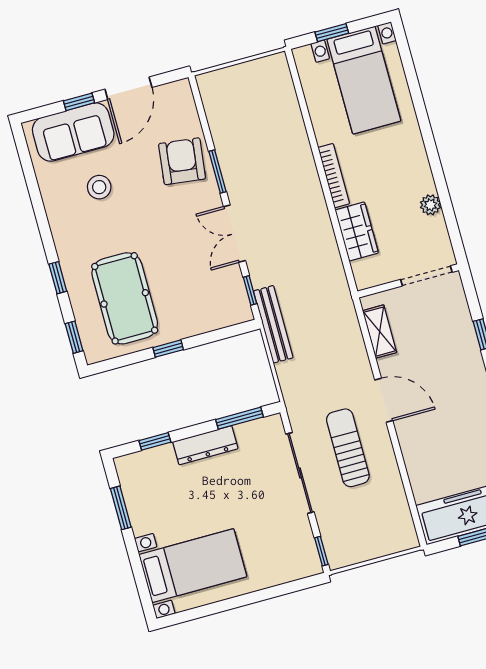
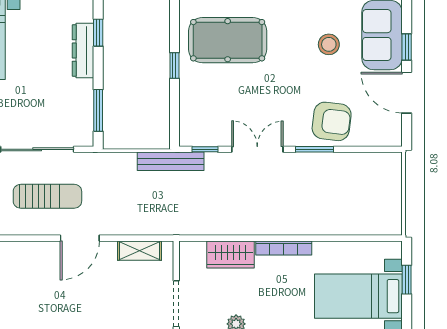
dresser: (205, 445) -> (83, 50), moved

